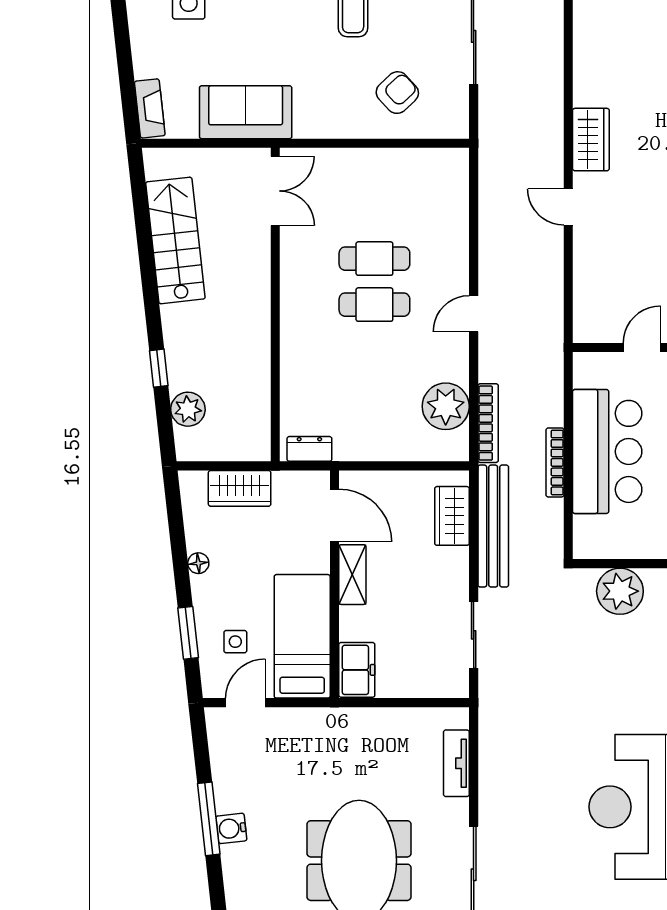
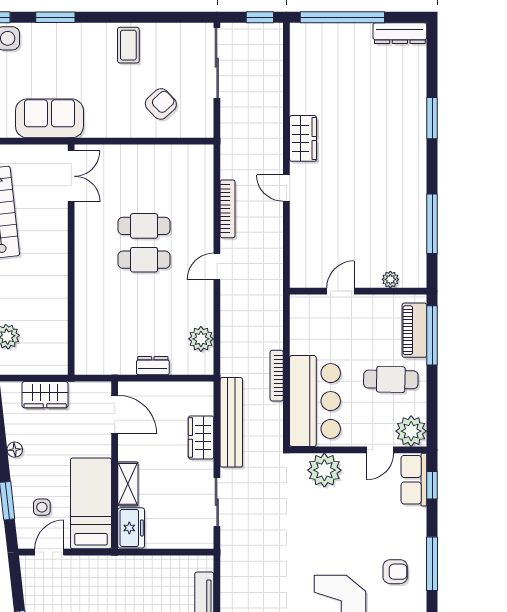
plant: (446, 406) -> (201, 339), width x0.73, depth x0.73
bookcase: (488, 423) -> (228, 209), moved
dresser: (309, 449) -> (153, 366), moved
bar counter: (607, 451) -> (315, 401), moved
wardrobe: (452, 516) -> (201, 437), moved
shelving: (352, 575) -> (128, 484), moved

